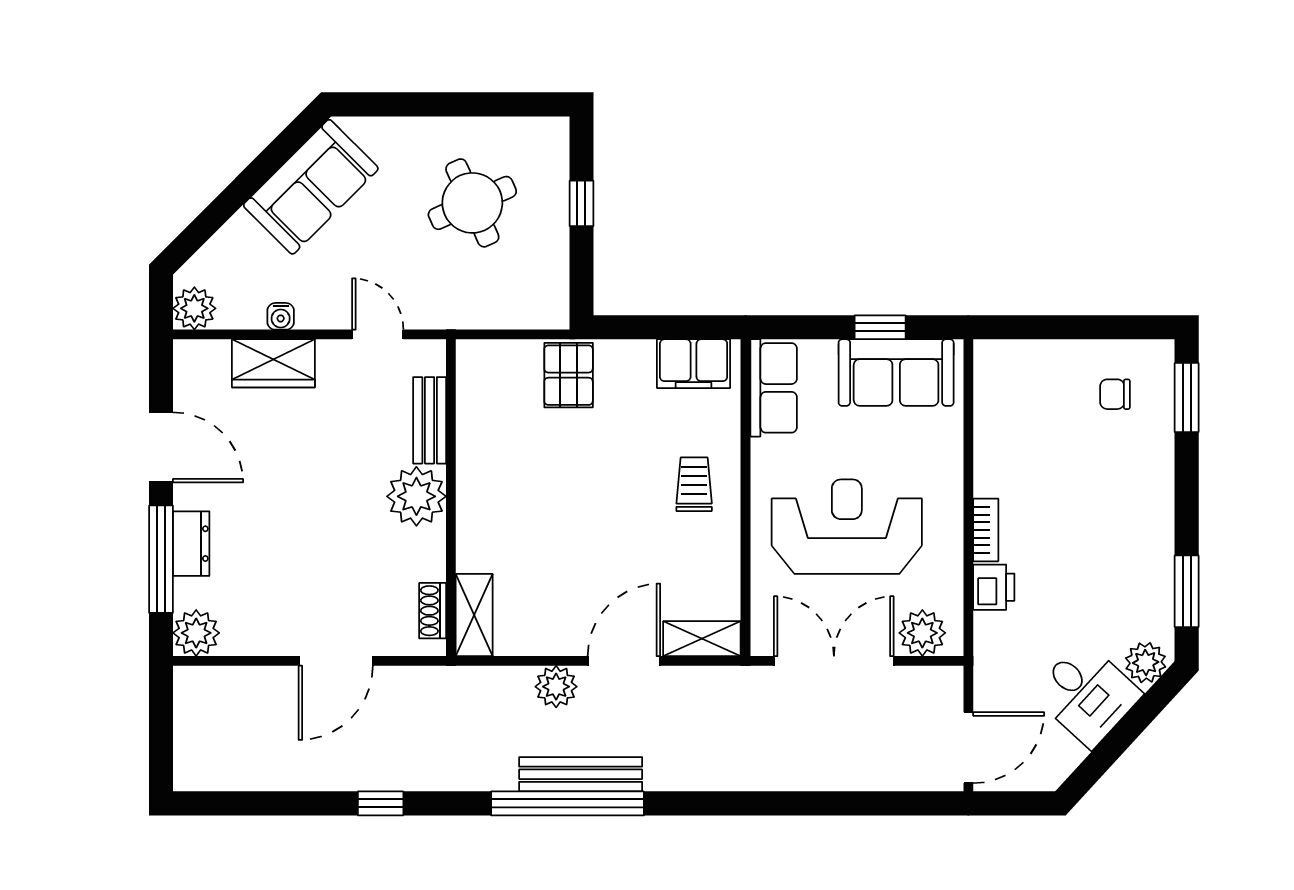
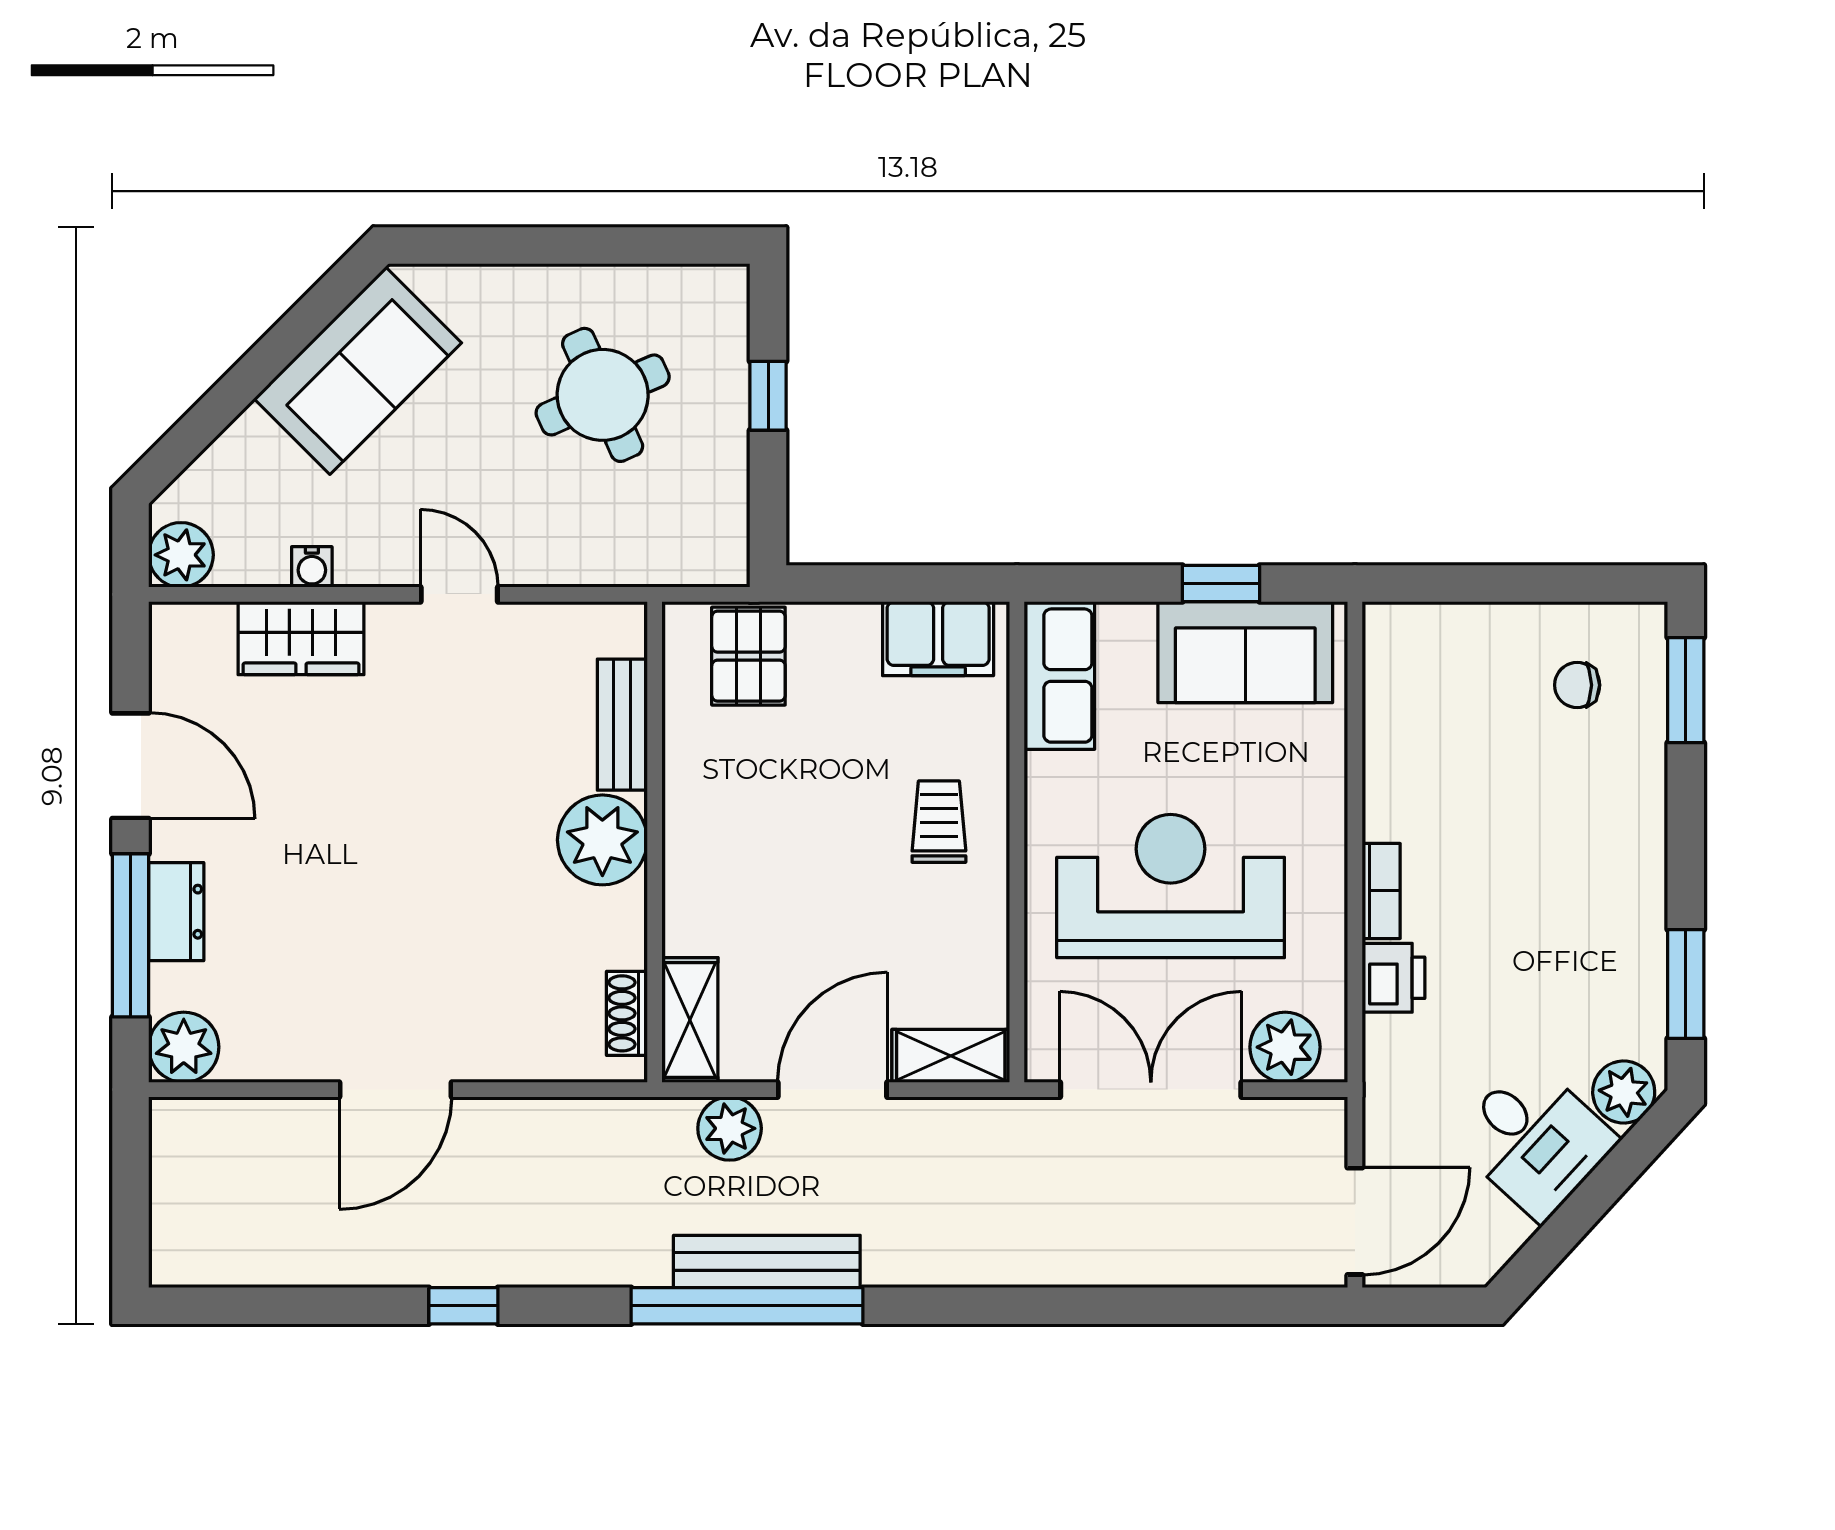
bench: (430, 420) -> (622, 725), moved
plant: (416, 496) -> (602, 840), moved
wall: (451, 498) -> (655, 842), moved
shoe rack: (433, 611) -> (627, 1013), moved
shelving: (474, 615) -> (690, 1020), moved

